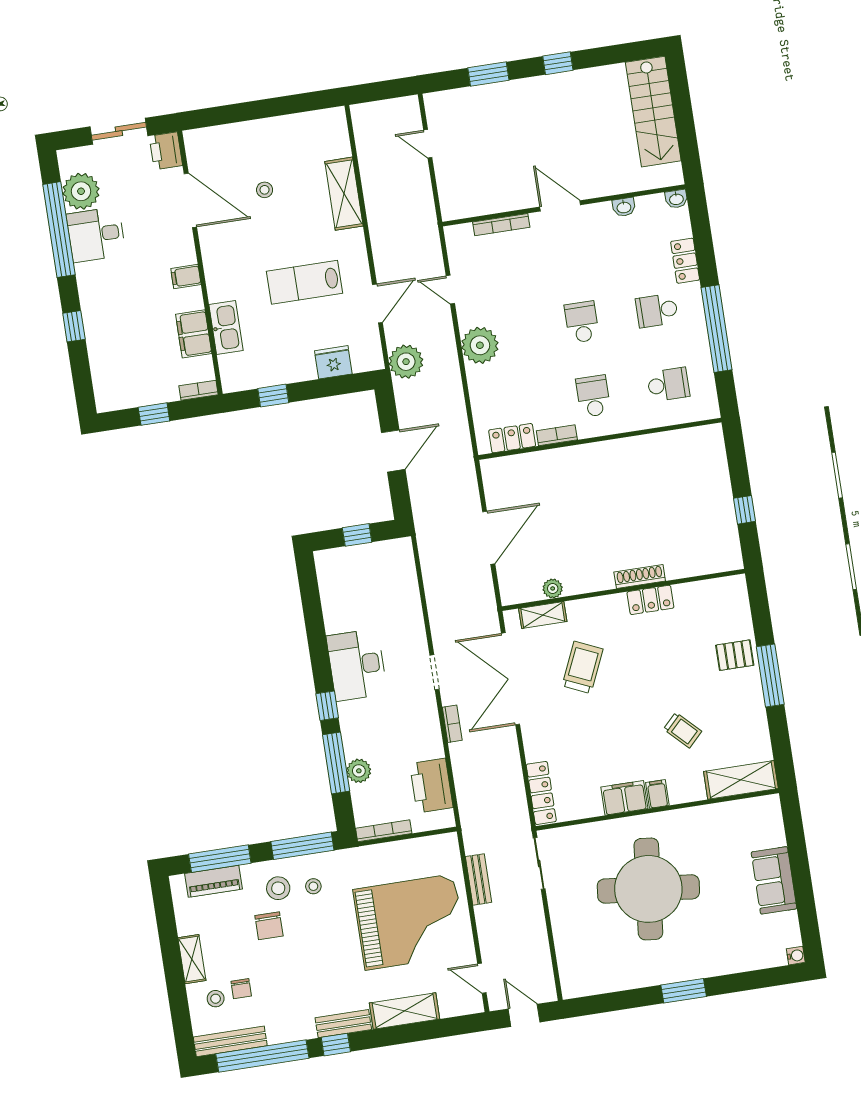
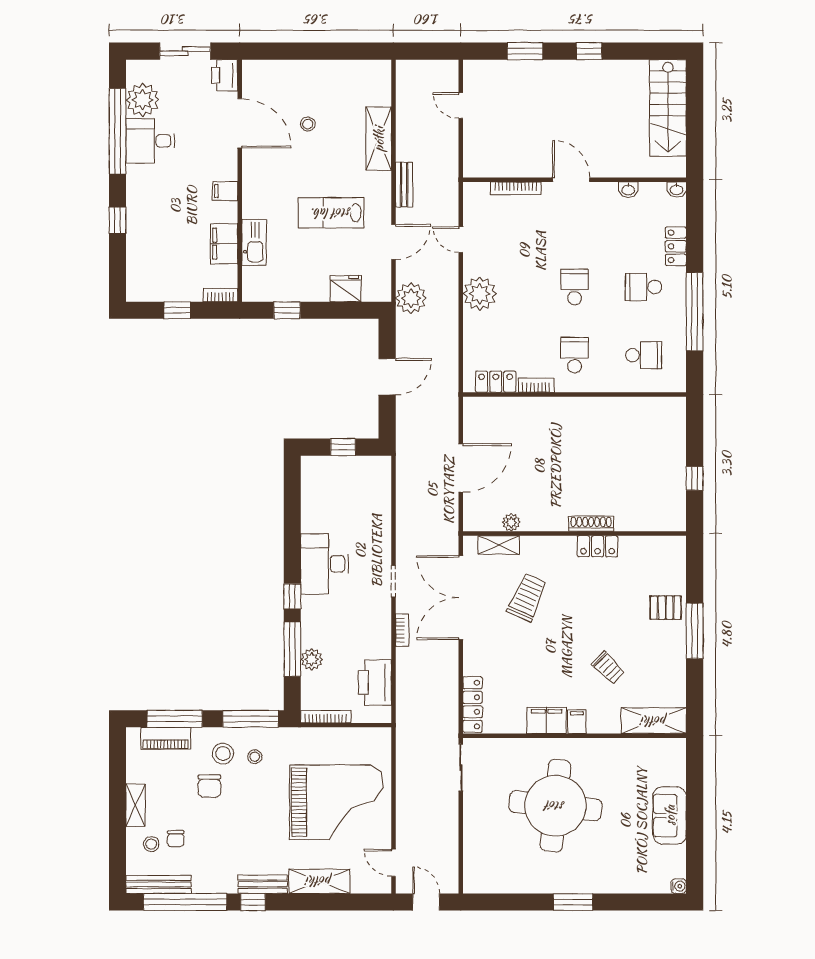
bench: (479, 879) -> (404, 185), moved

